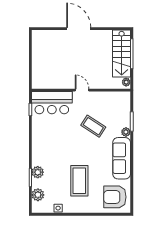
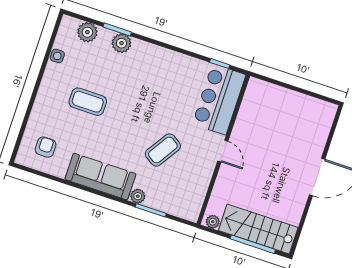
door: (82, 90) -> (223, 151), hinge flipped
coffee table: (79, 181) -> (88, 102), width x0.73, depth x0.76
armchair: (115, 197) -> (46, 147), width x0.53, depth x0.53

